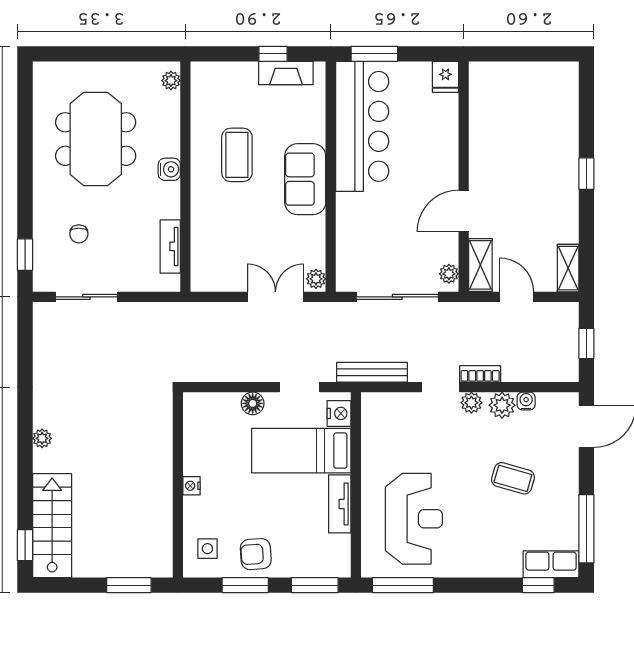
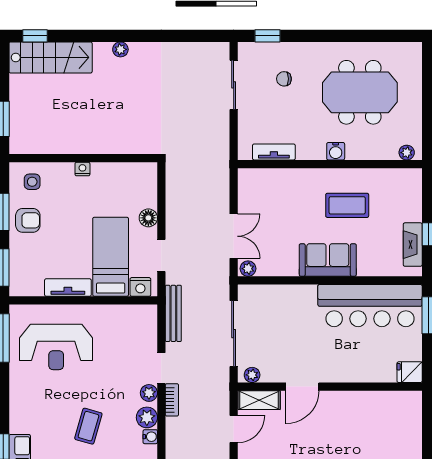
door: (464, 211) -> (302, 387), swing flipped
armchair: (256, 554) -> (28, 220), turned 94

